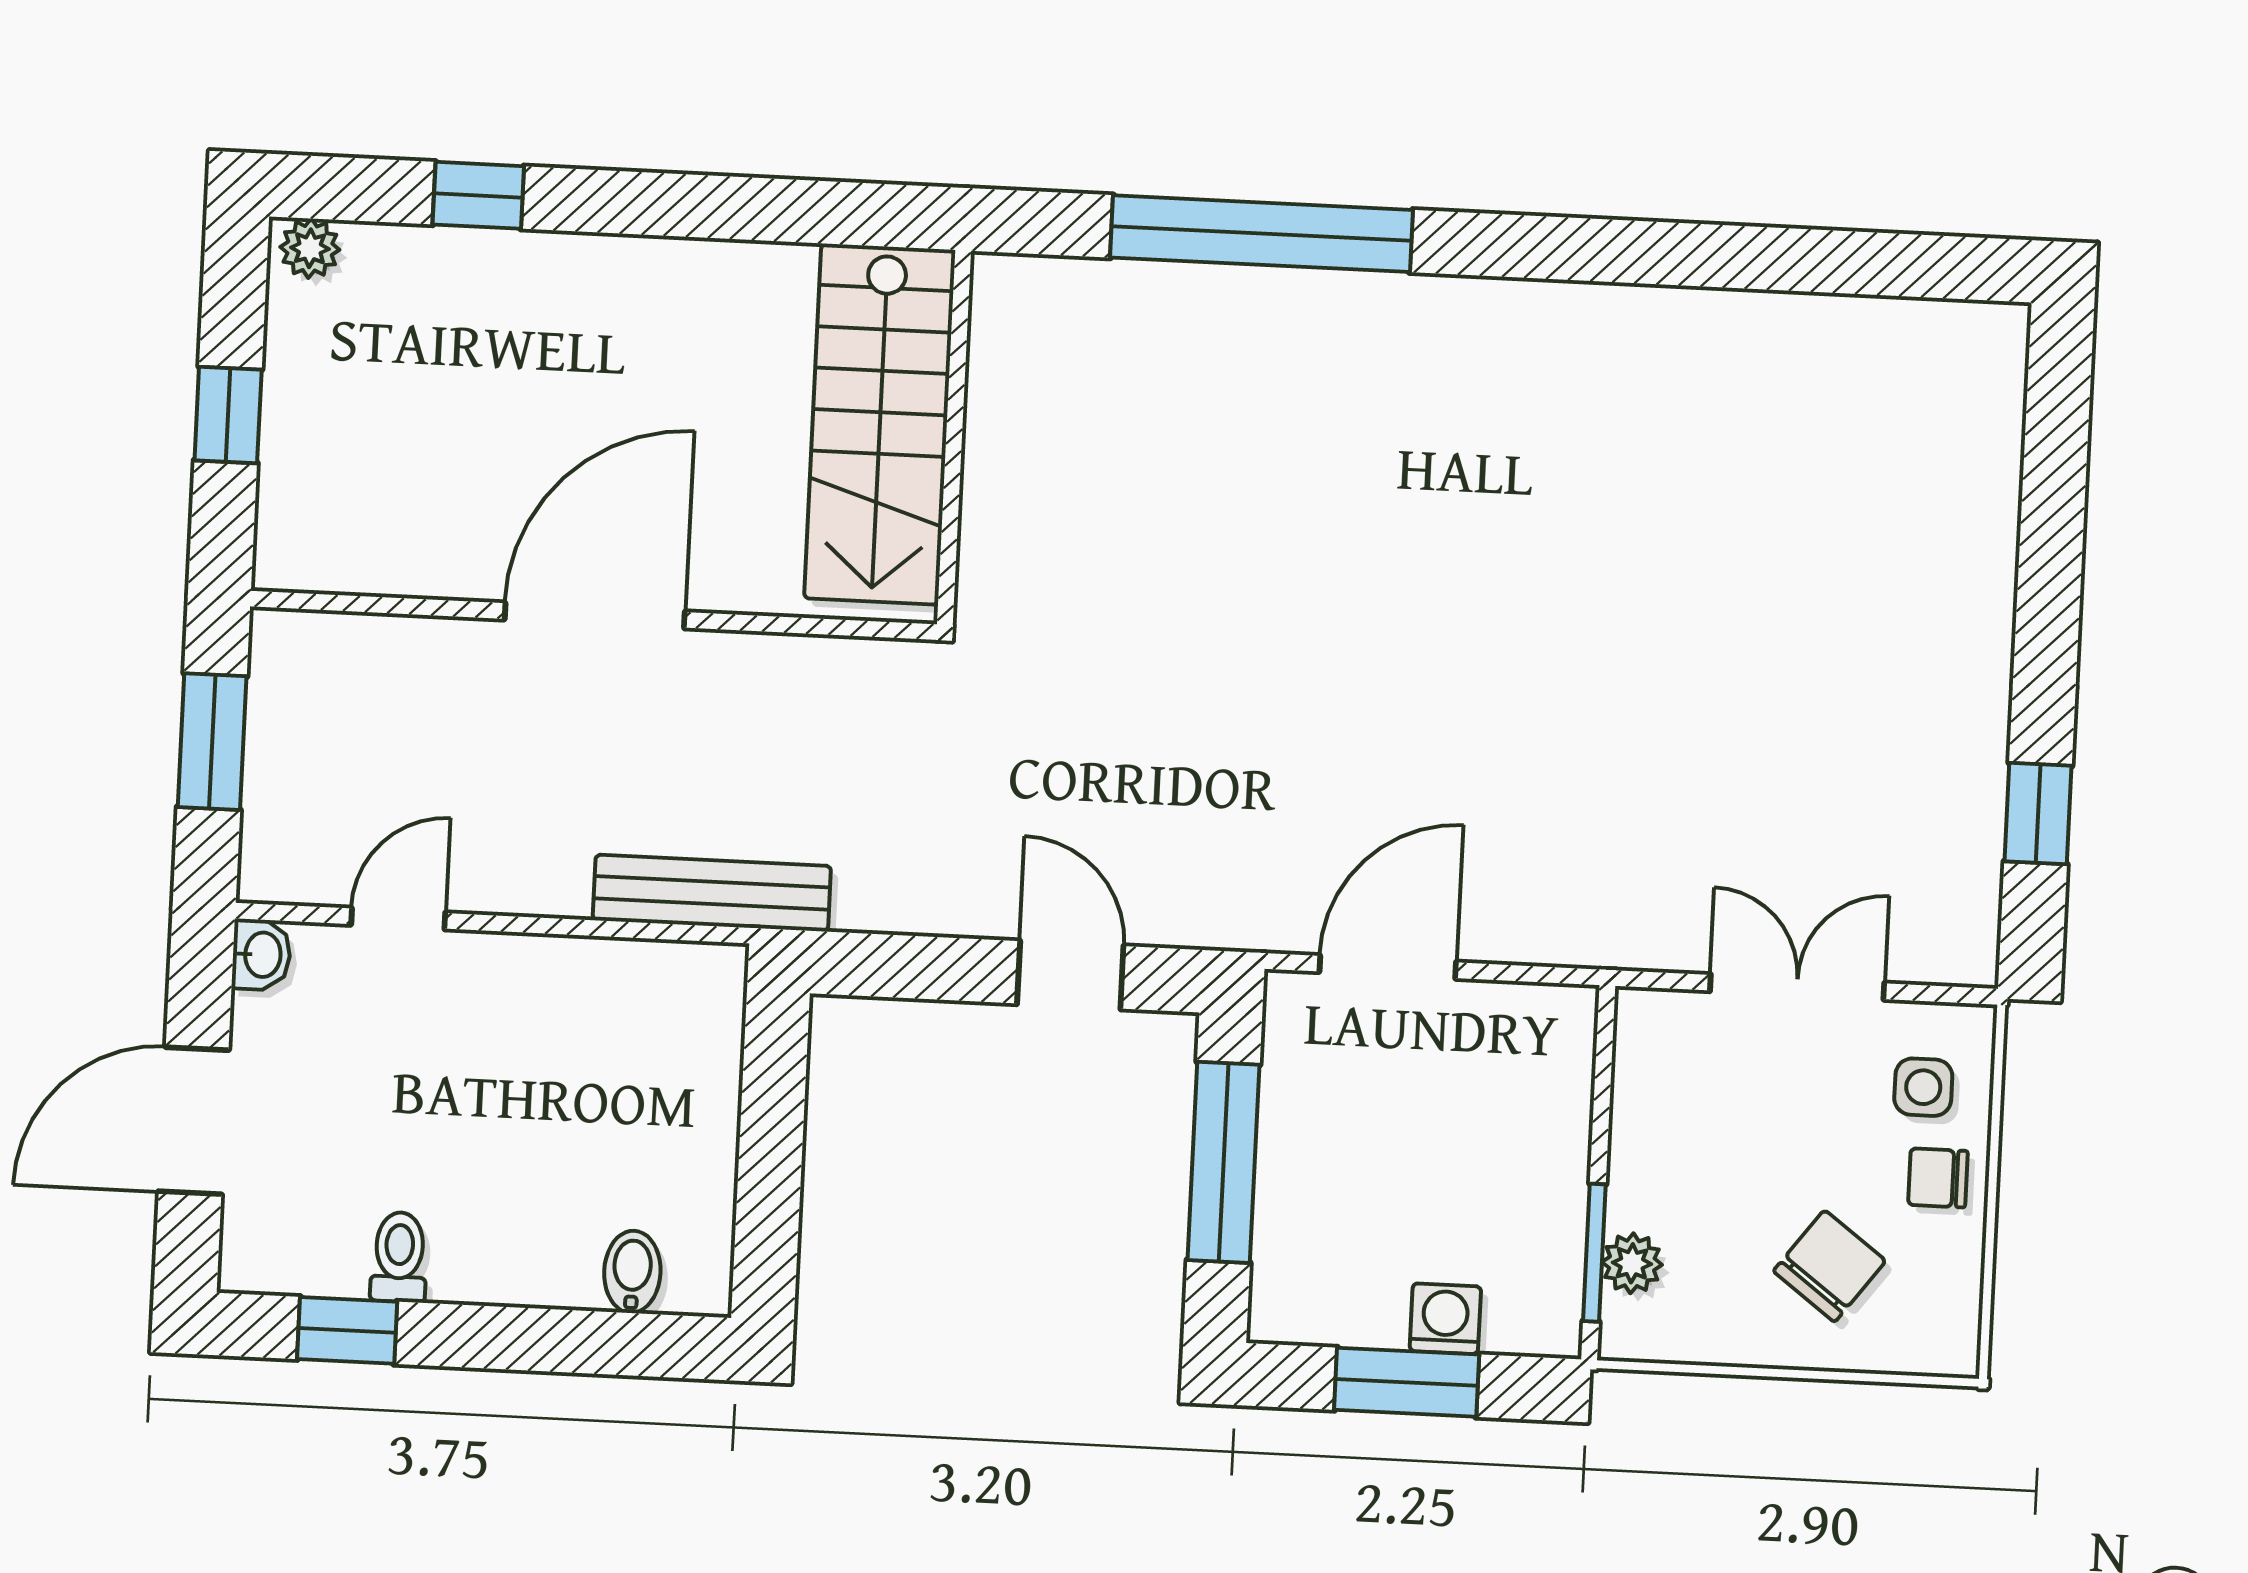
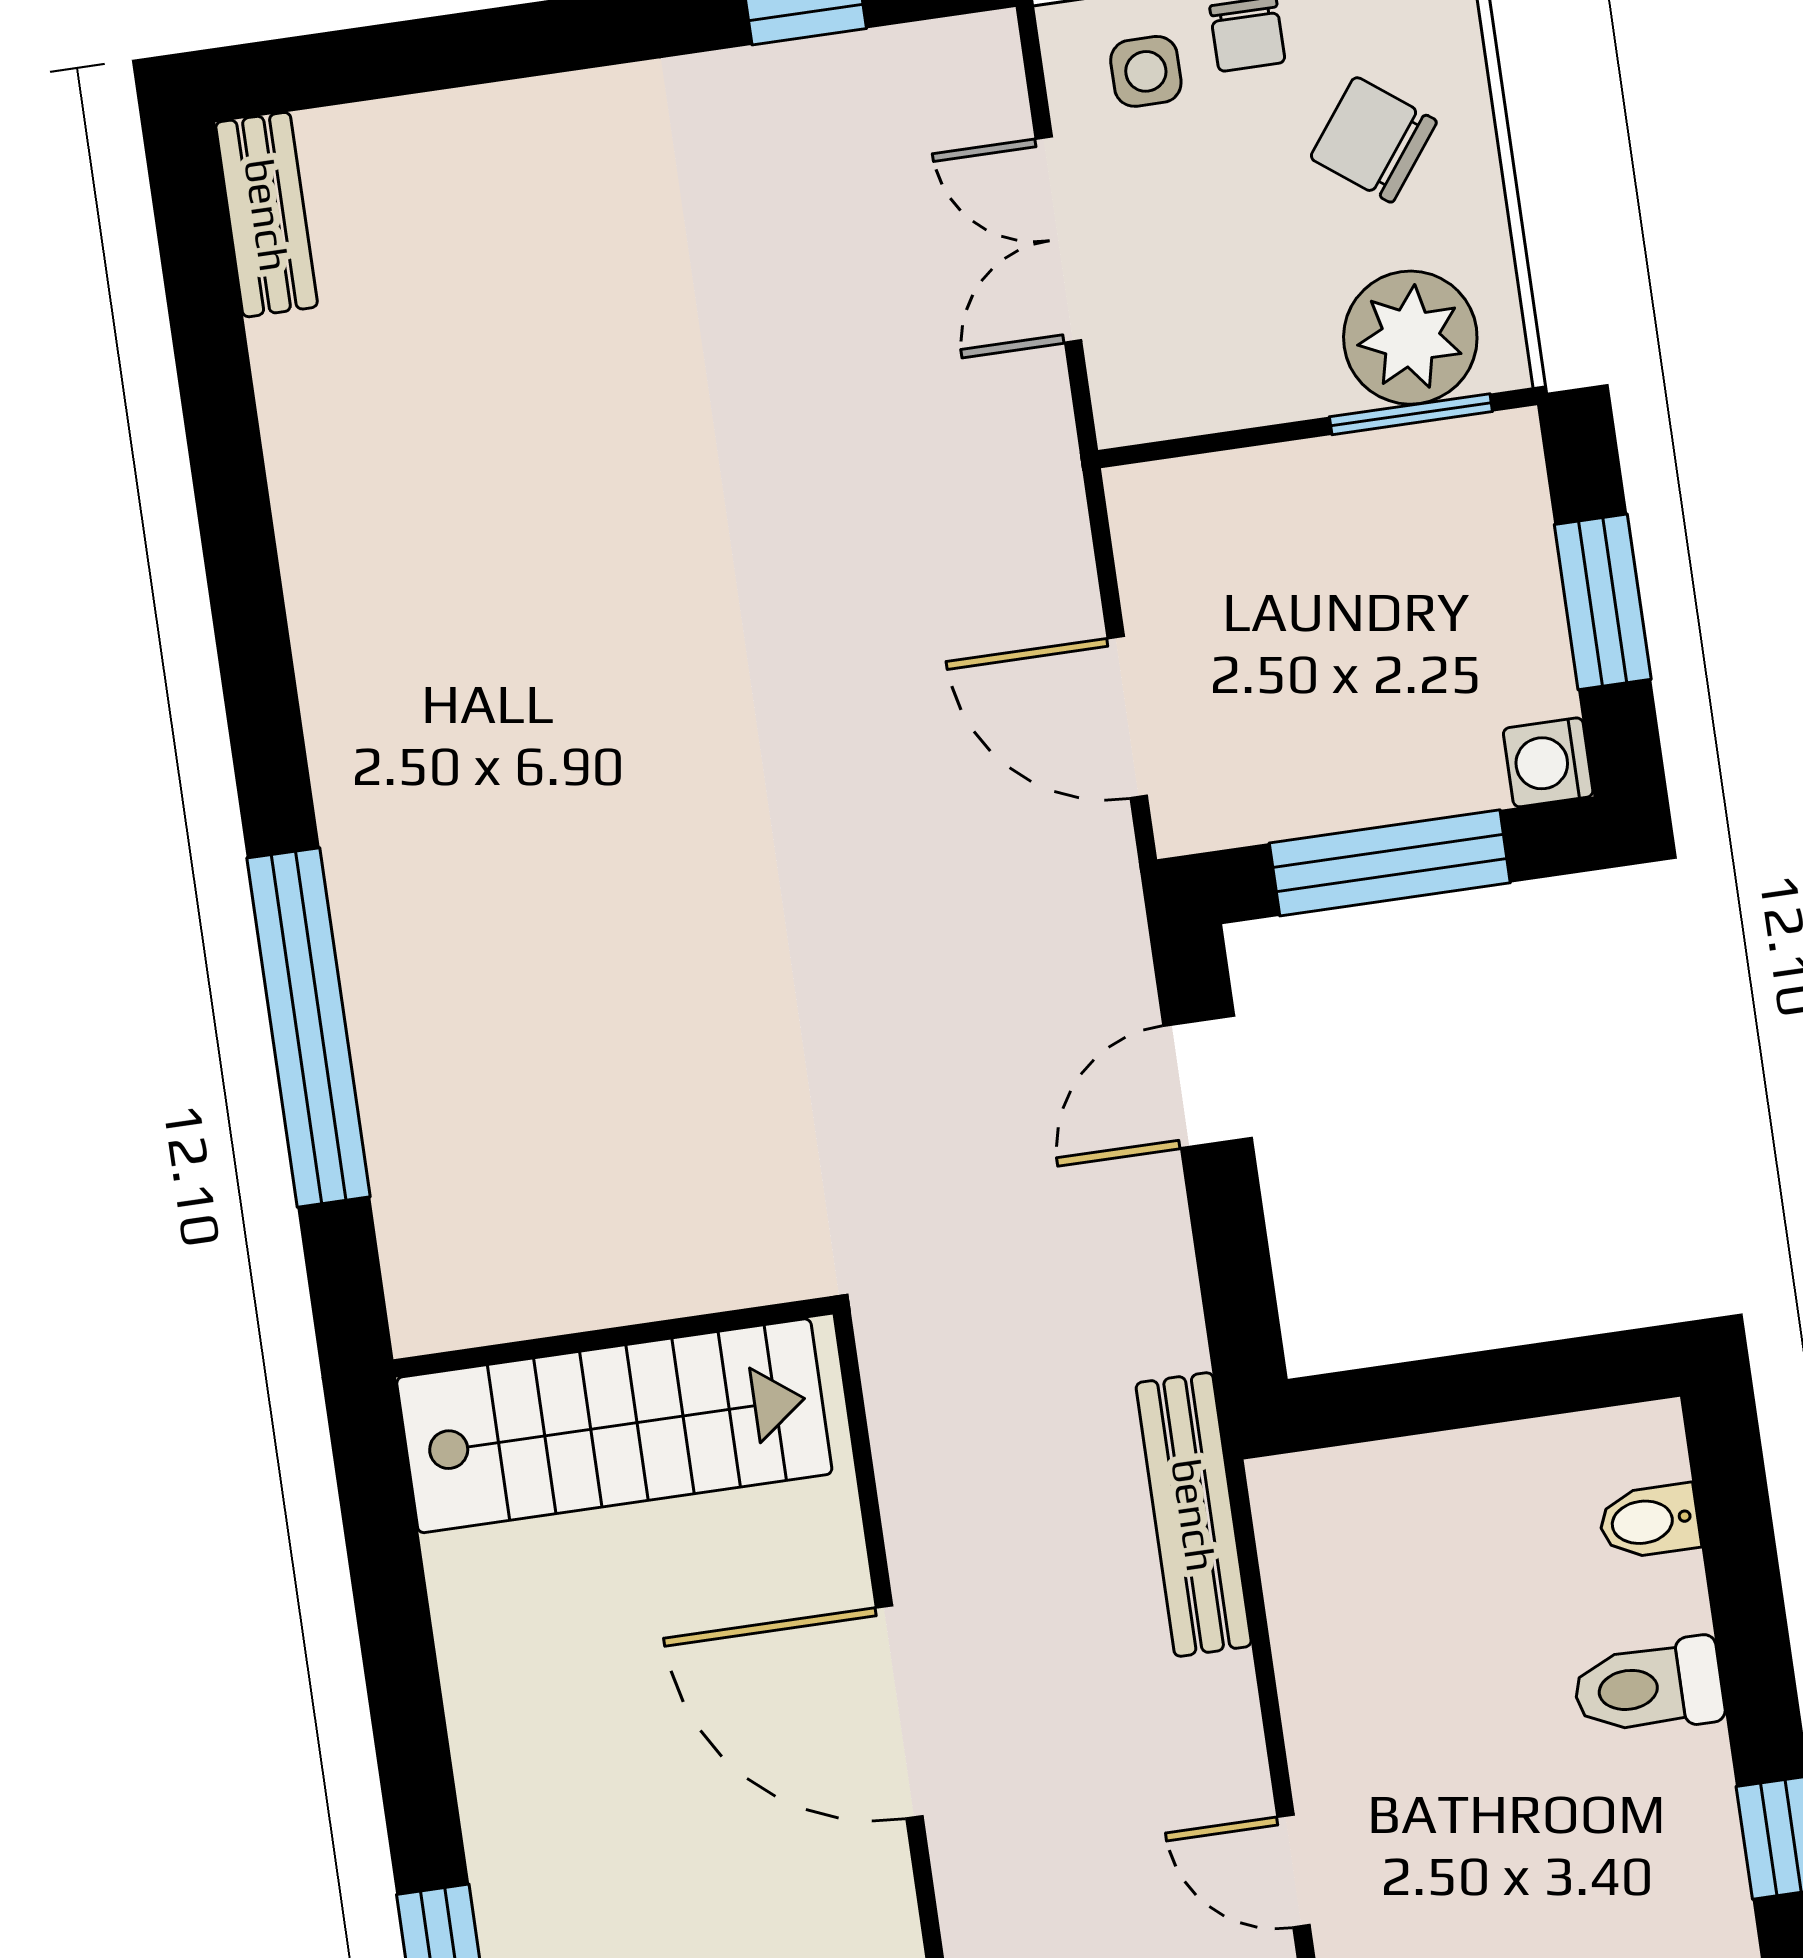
bench: (1946, 331) -> (267, 215), added
toilet: (399, 1257) -> (1648, 1687), moved, width x1.37, depth x1.39
plant: (1632, 1263) -> (1410, 338), width x1.88, depth x1.88
washing machine: (1445, 1319) -> (1548, 762), moved

